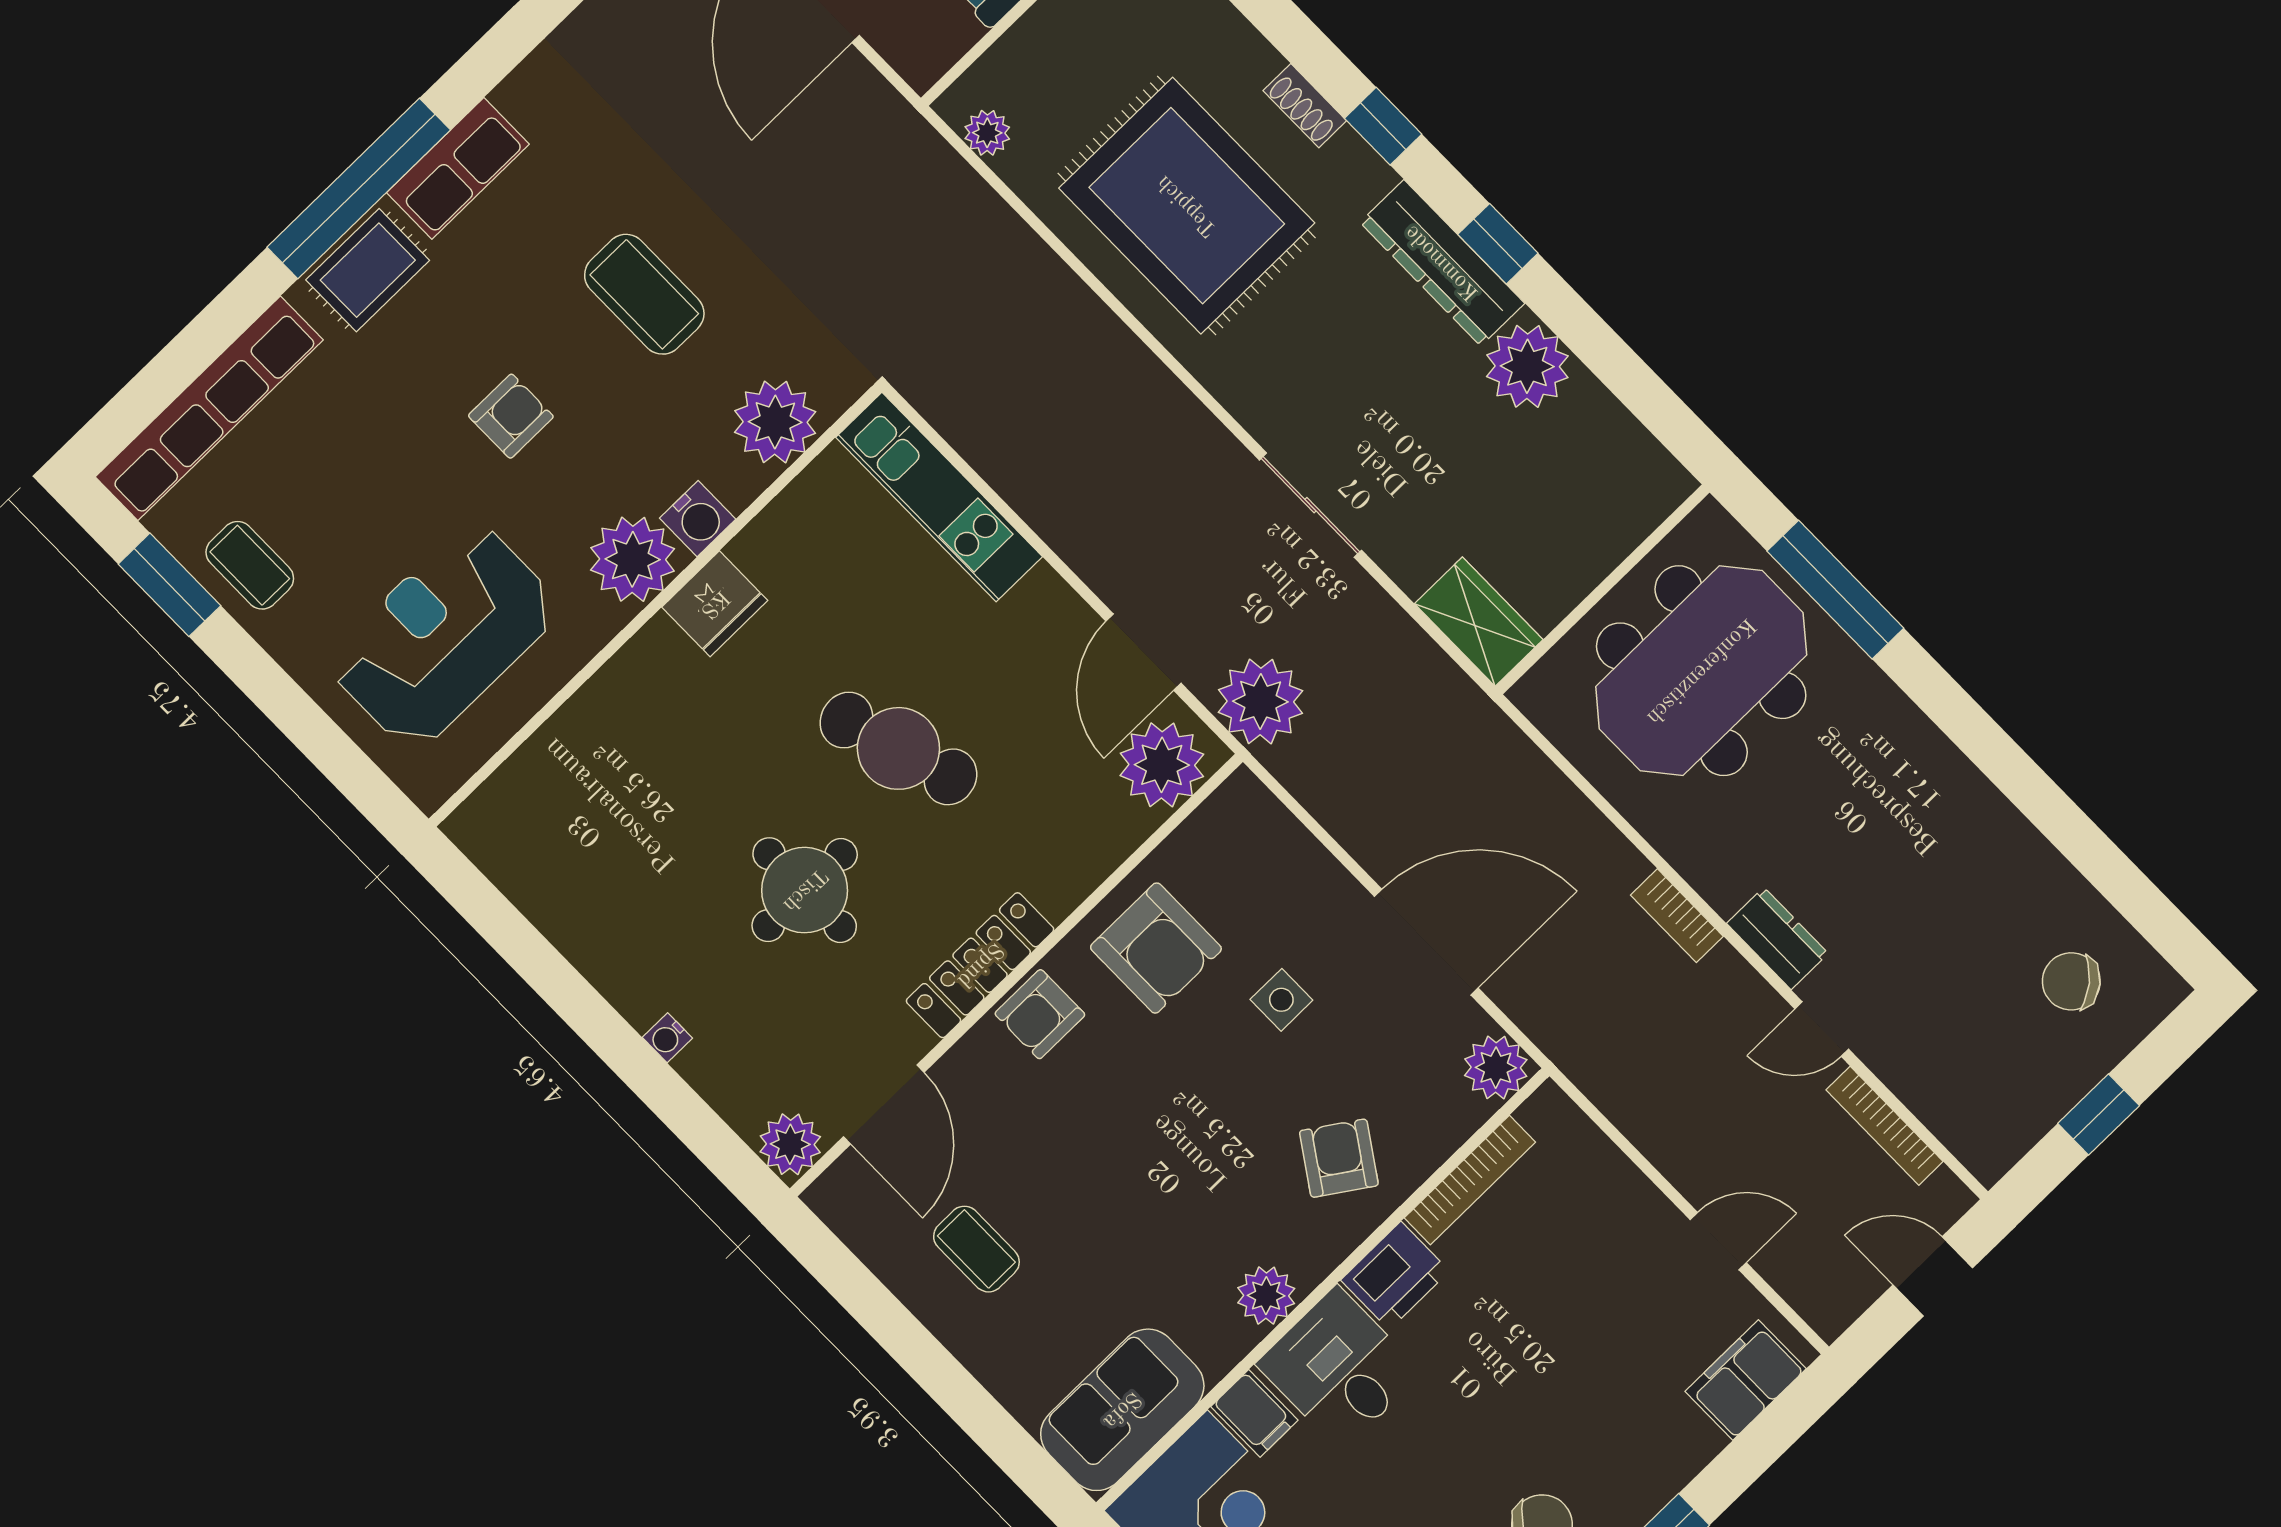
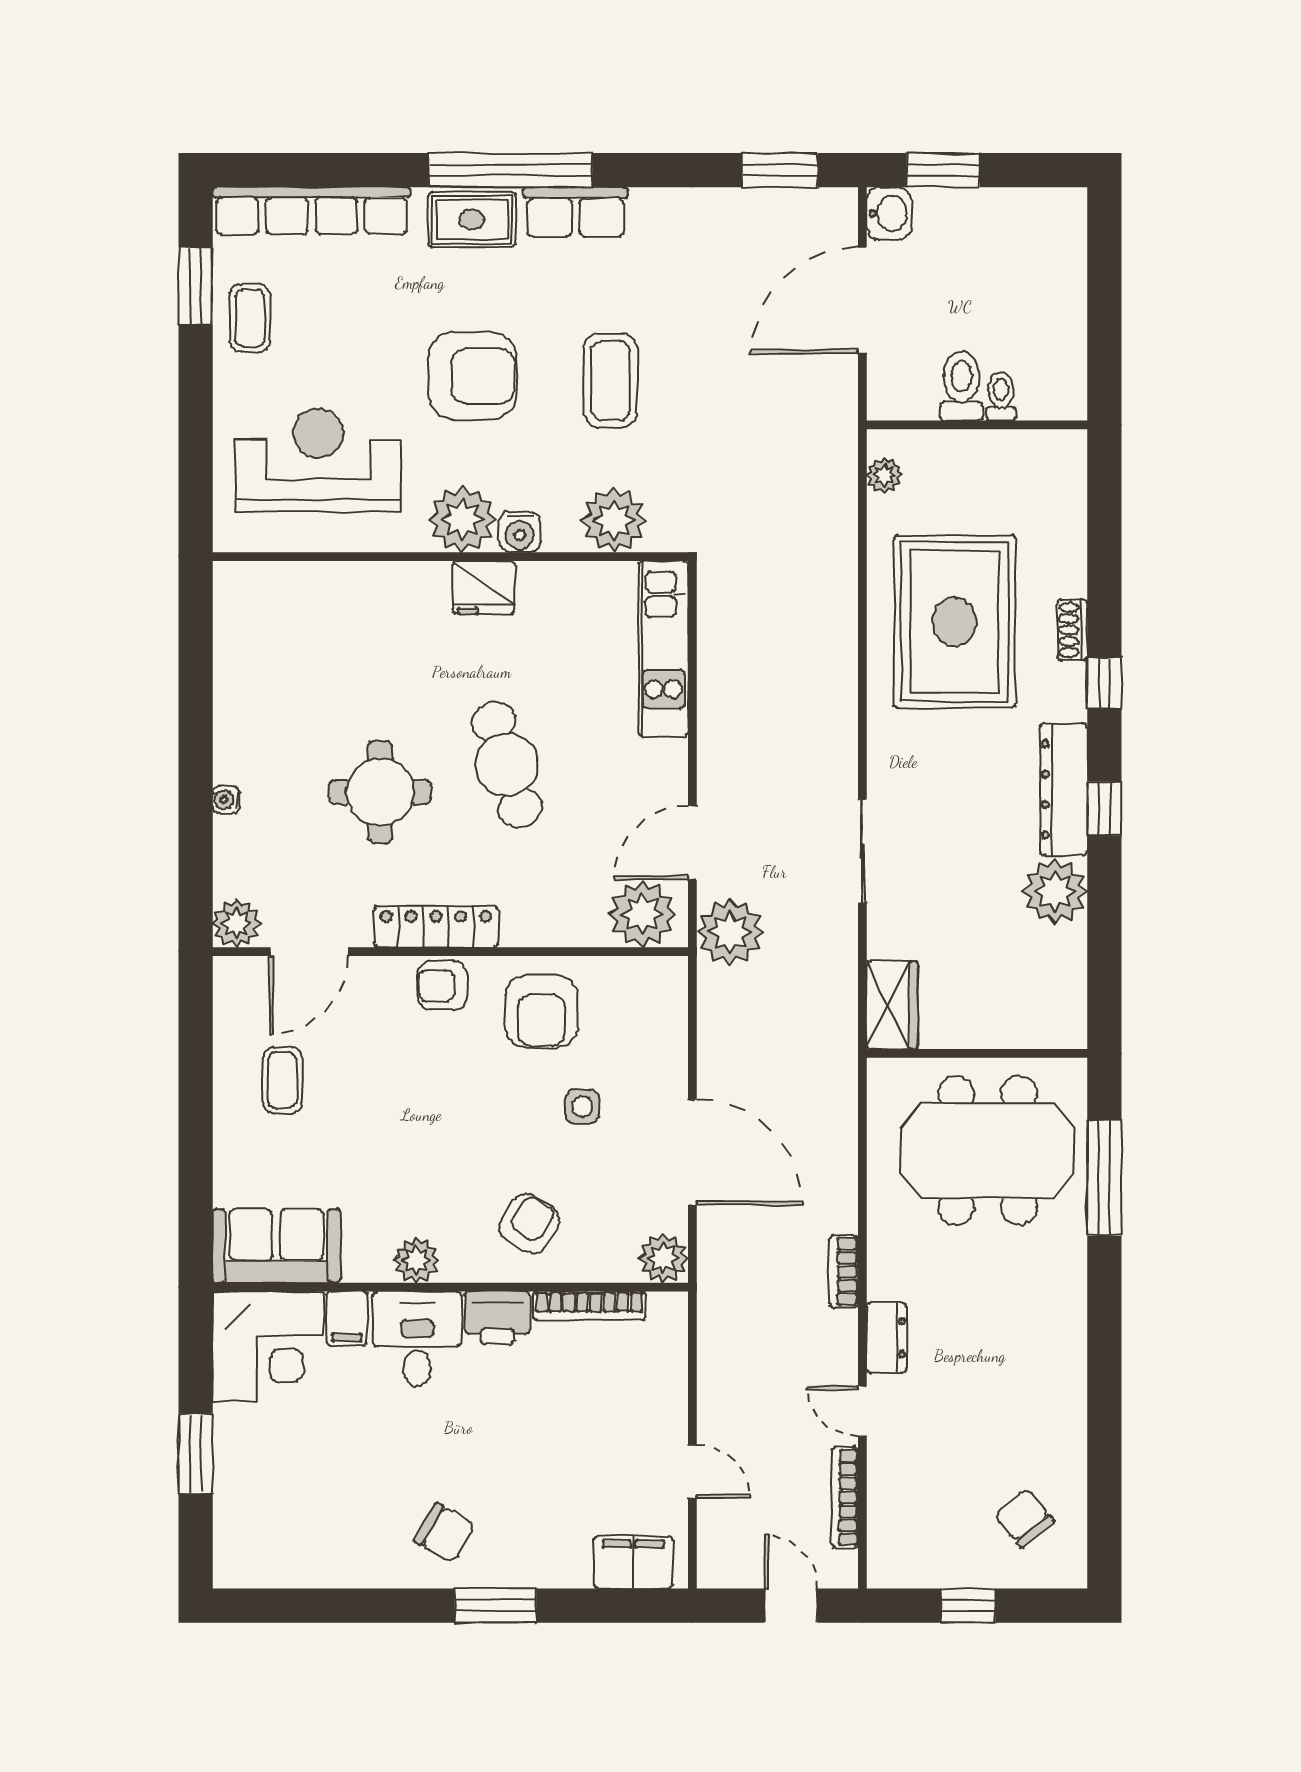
armchair: (511, 416) -> (472, 376), width x1.88, depth x1.88

